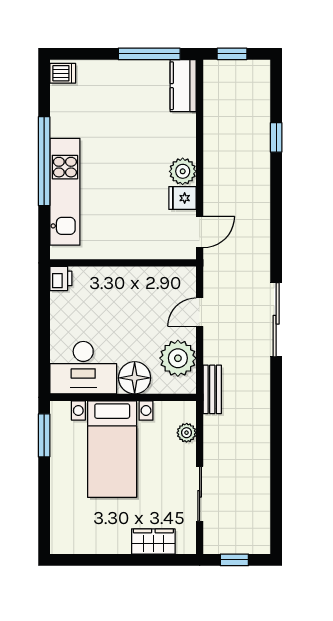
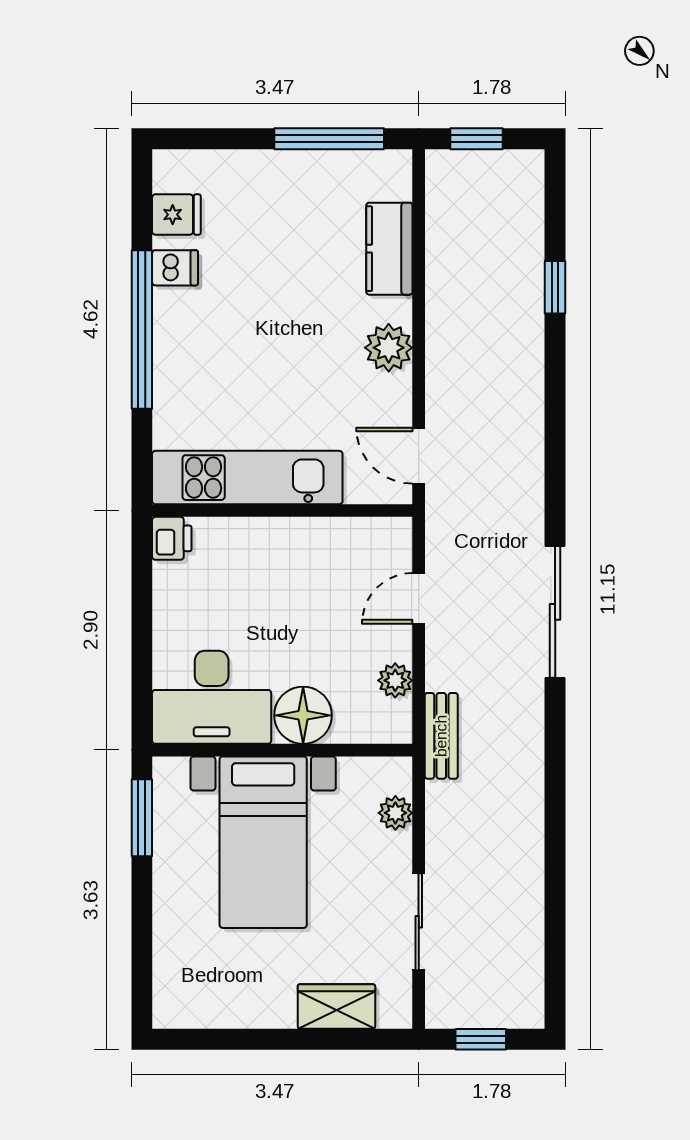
dishwasher: (63, 73) -> (175, 268), moved
kitchen counter: (183, 86) -> (389, 249), moved
kitchen unit: (65, 192) -> (247, 478), moved, turned -90
fridge: (182, 198) -> (176, 215), moved, turned 180
door: (200, 232) -> (419, 456), swing flipped
plant: (178, 358) -> (395, 680), width x0.53, depth x0.53

